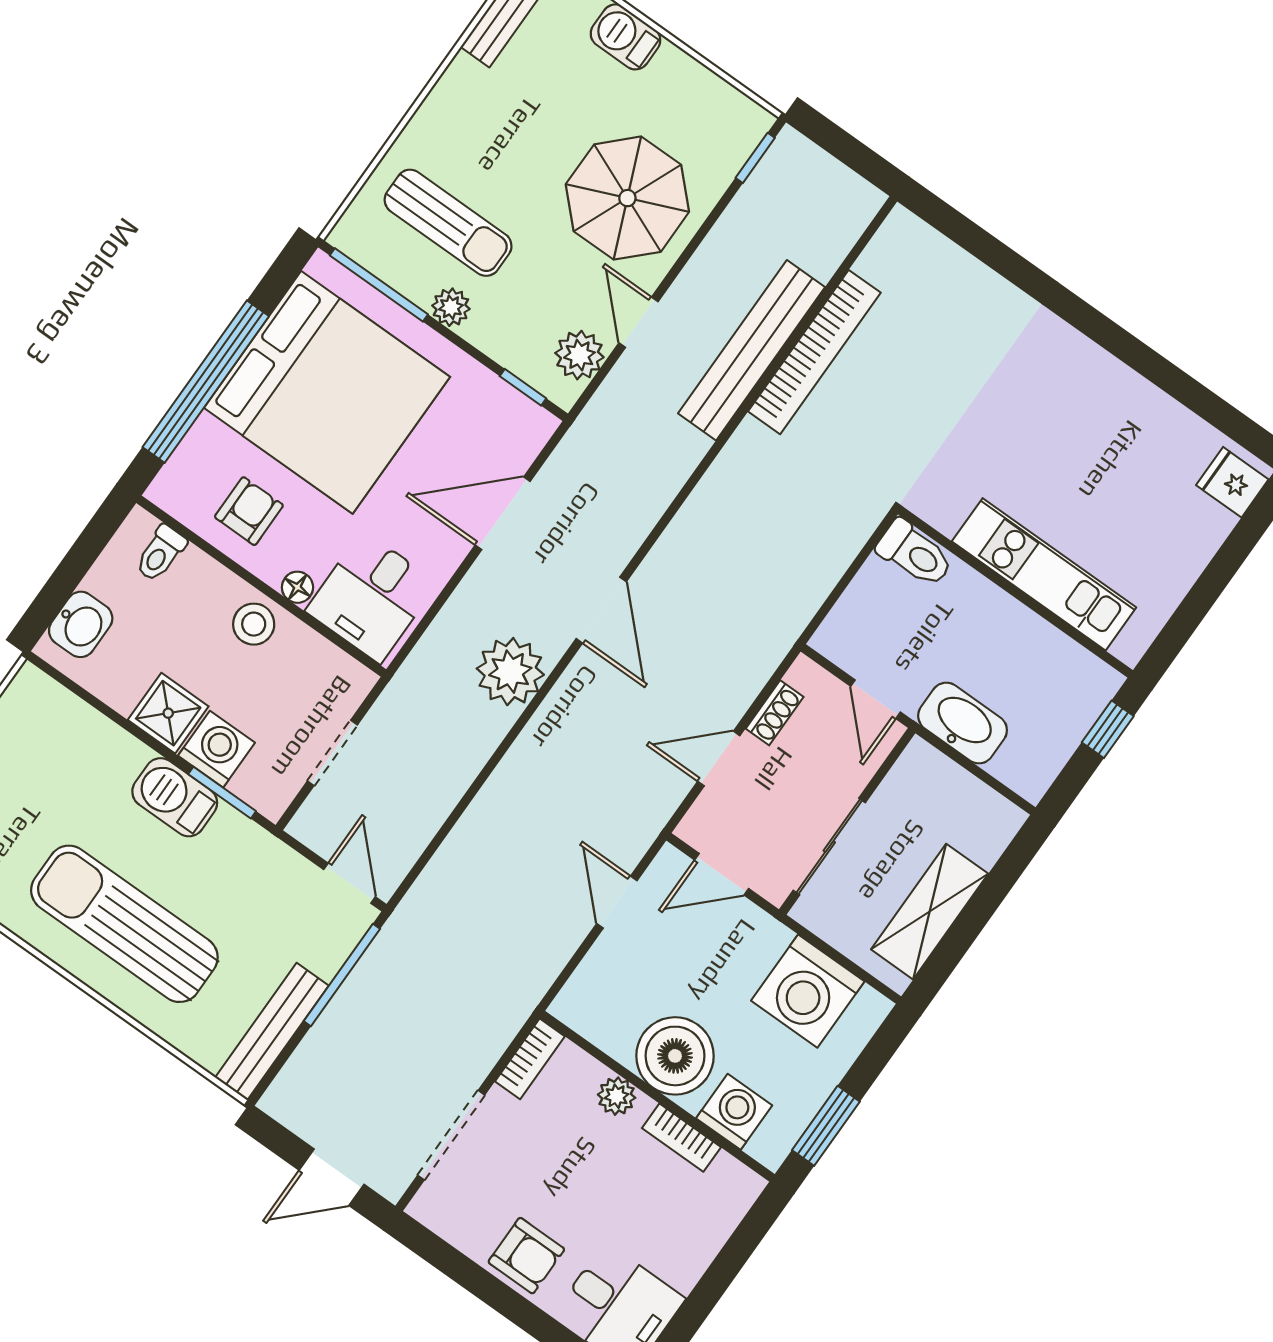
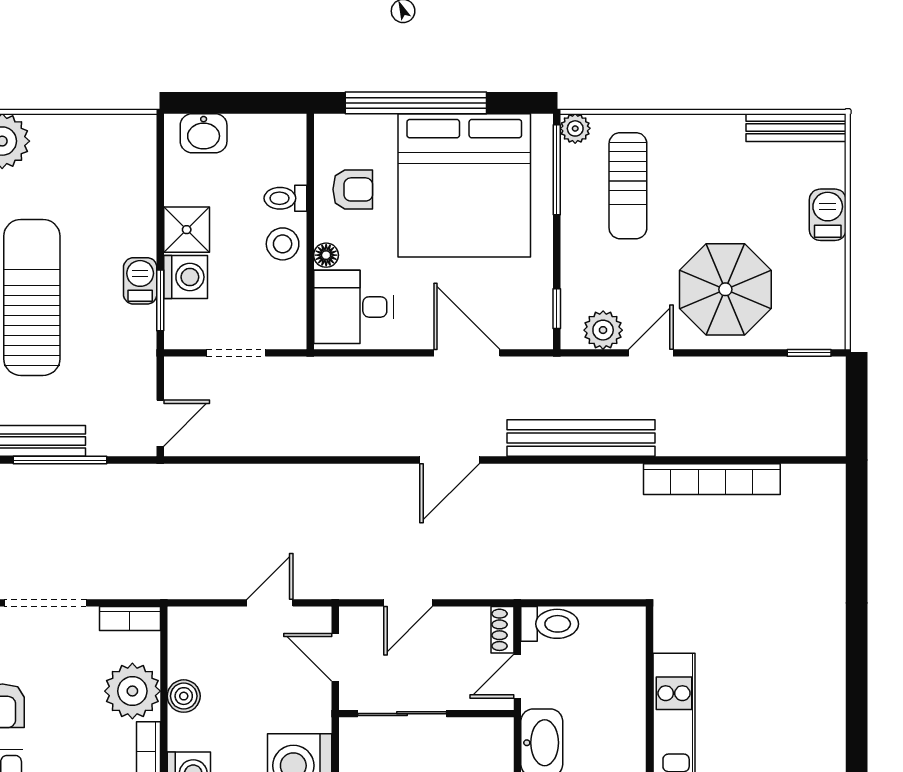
plant: (451, 307) -> (575, 128), moved
bench: (752, 350) -> (581, 438), moved
toilet: (160, 553) -> (285, 198), moved
toilet: (915, 554) -> (550, 624), moved, turned -90
plant: (510, 672) -> (369, 430), removed
shoe rack: (775, 713) -> (502, 630), moved, turned 90
door: (719, 759) -> (408, 603), swing flipped
barbecue: (175, 797) -> (140, 281), width x0.73, depth x0.79
window: (342, 975) -> (60, 460), moved
boiler: (675, 1056) -> (184, 696), width x0.54, depth x0.54
plant: (617, 1096) -> (132, 691), width x1.88, depth x1.88

